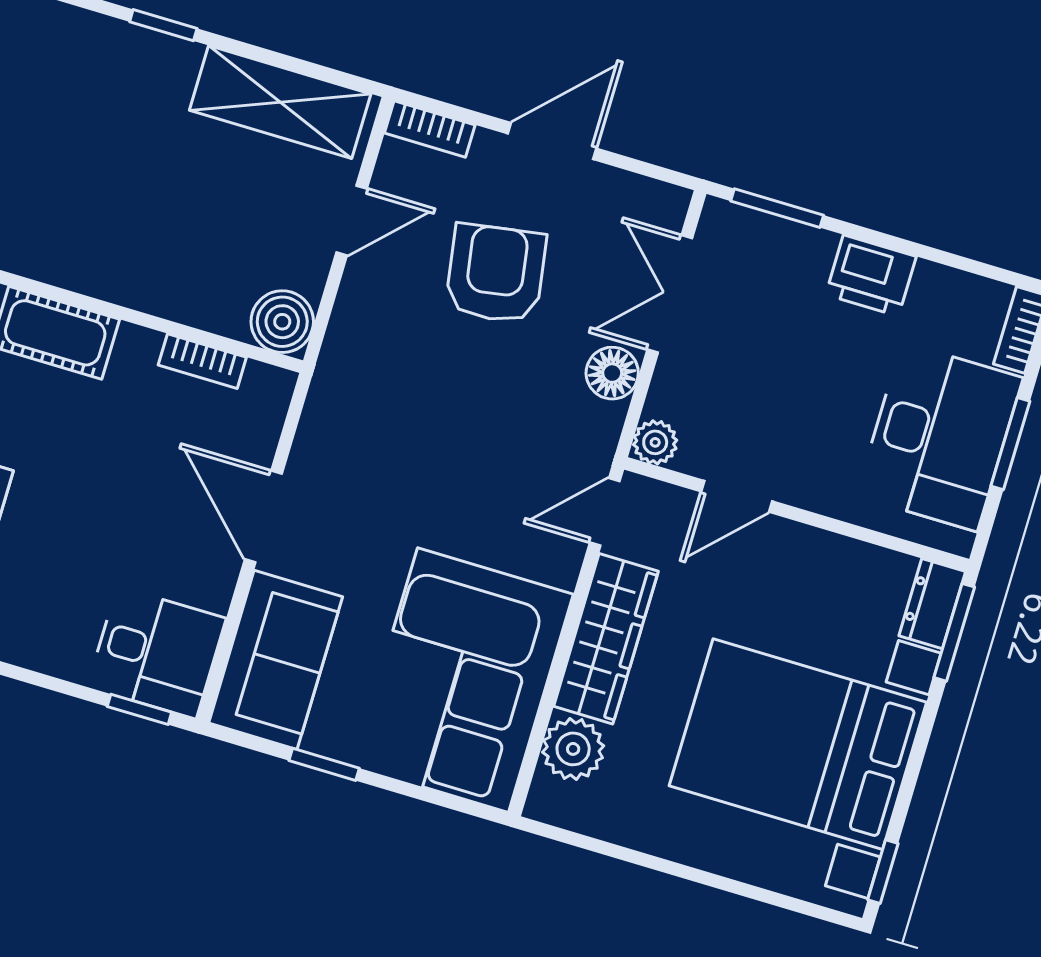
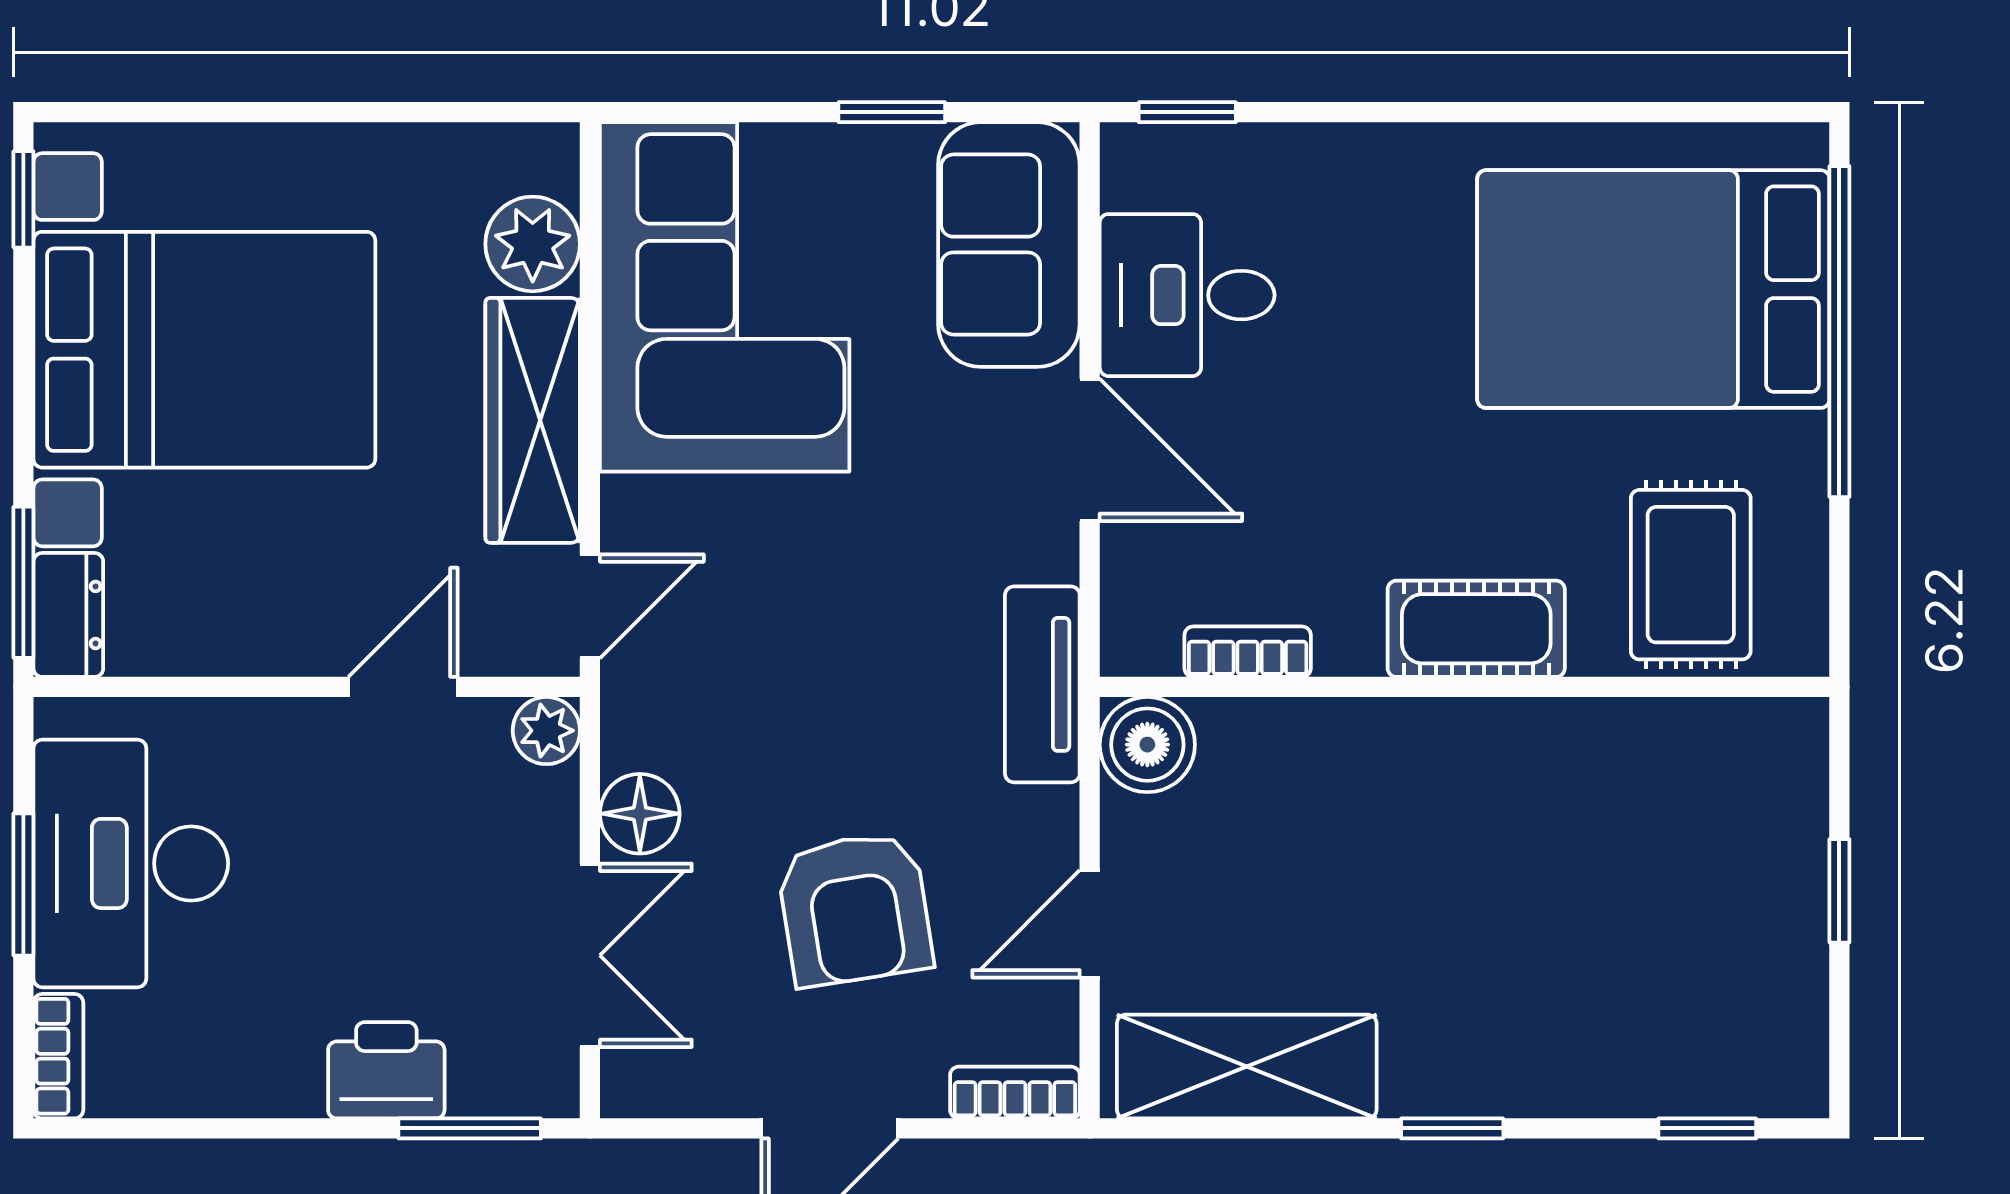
printer: (871, 276) -> (386, 1070), moved
tv unit: (337, 379) -> (1042, 684), added
desk: (157, 653) -> (1187, 295), moved

